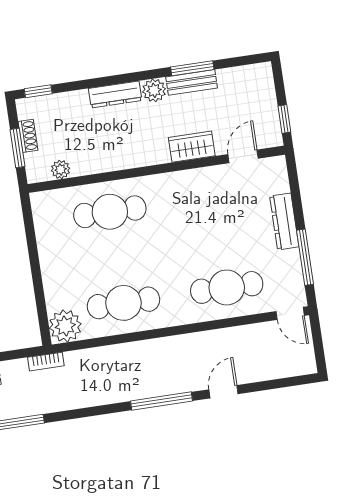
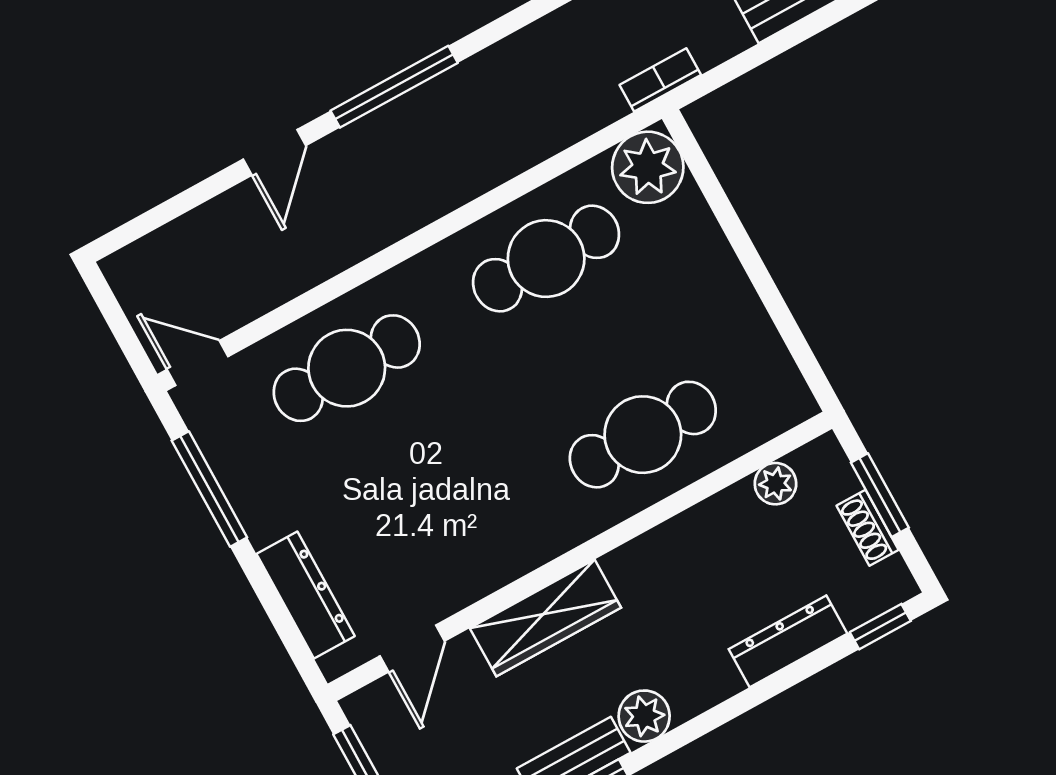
dresser: (115, 94) -> (788, 641), moved
wardrobe: (192, 147) -> (545, 618), width x1.50
dresser: (284, 221) -> (306, 595), moved

